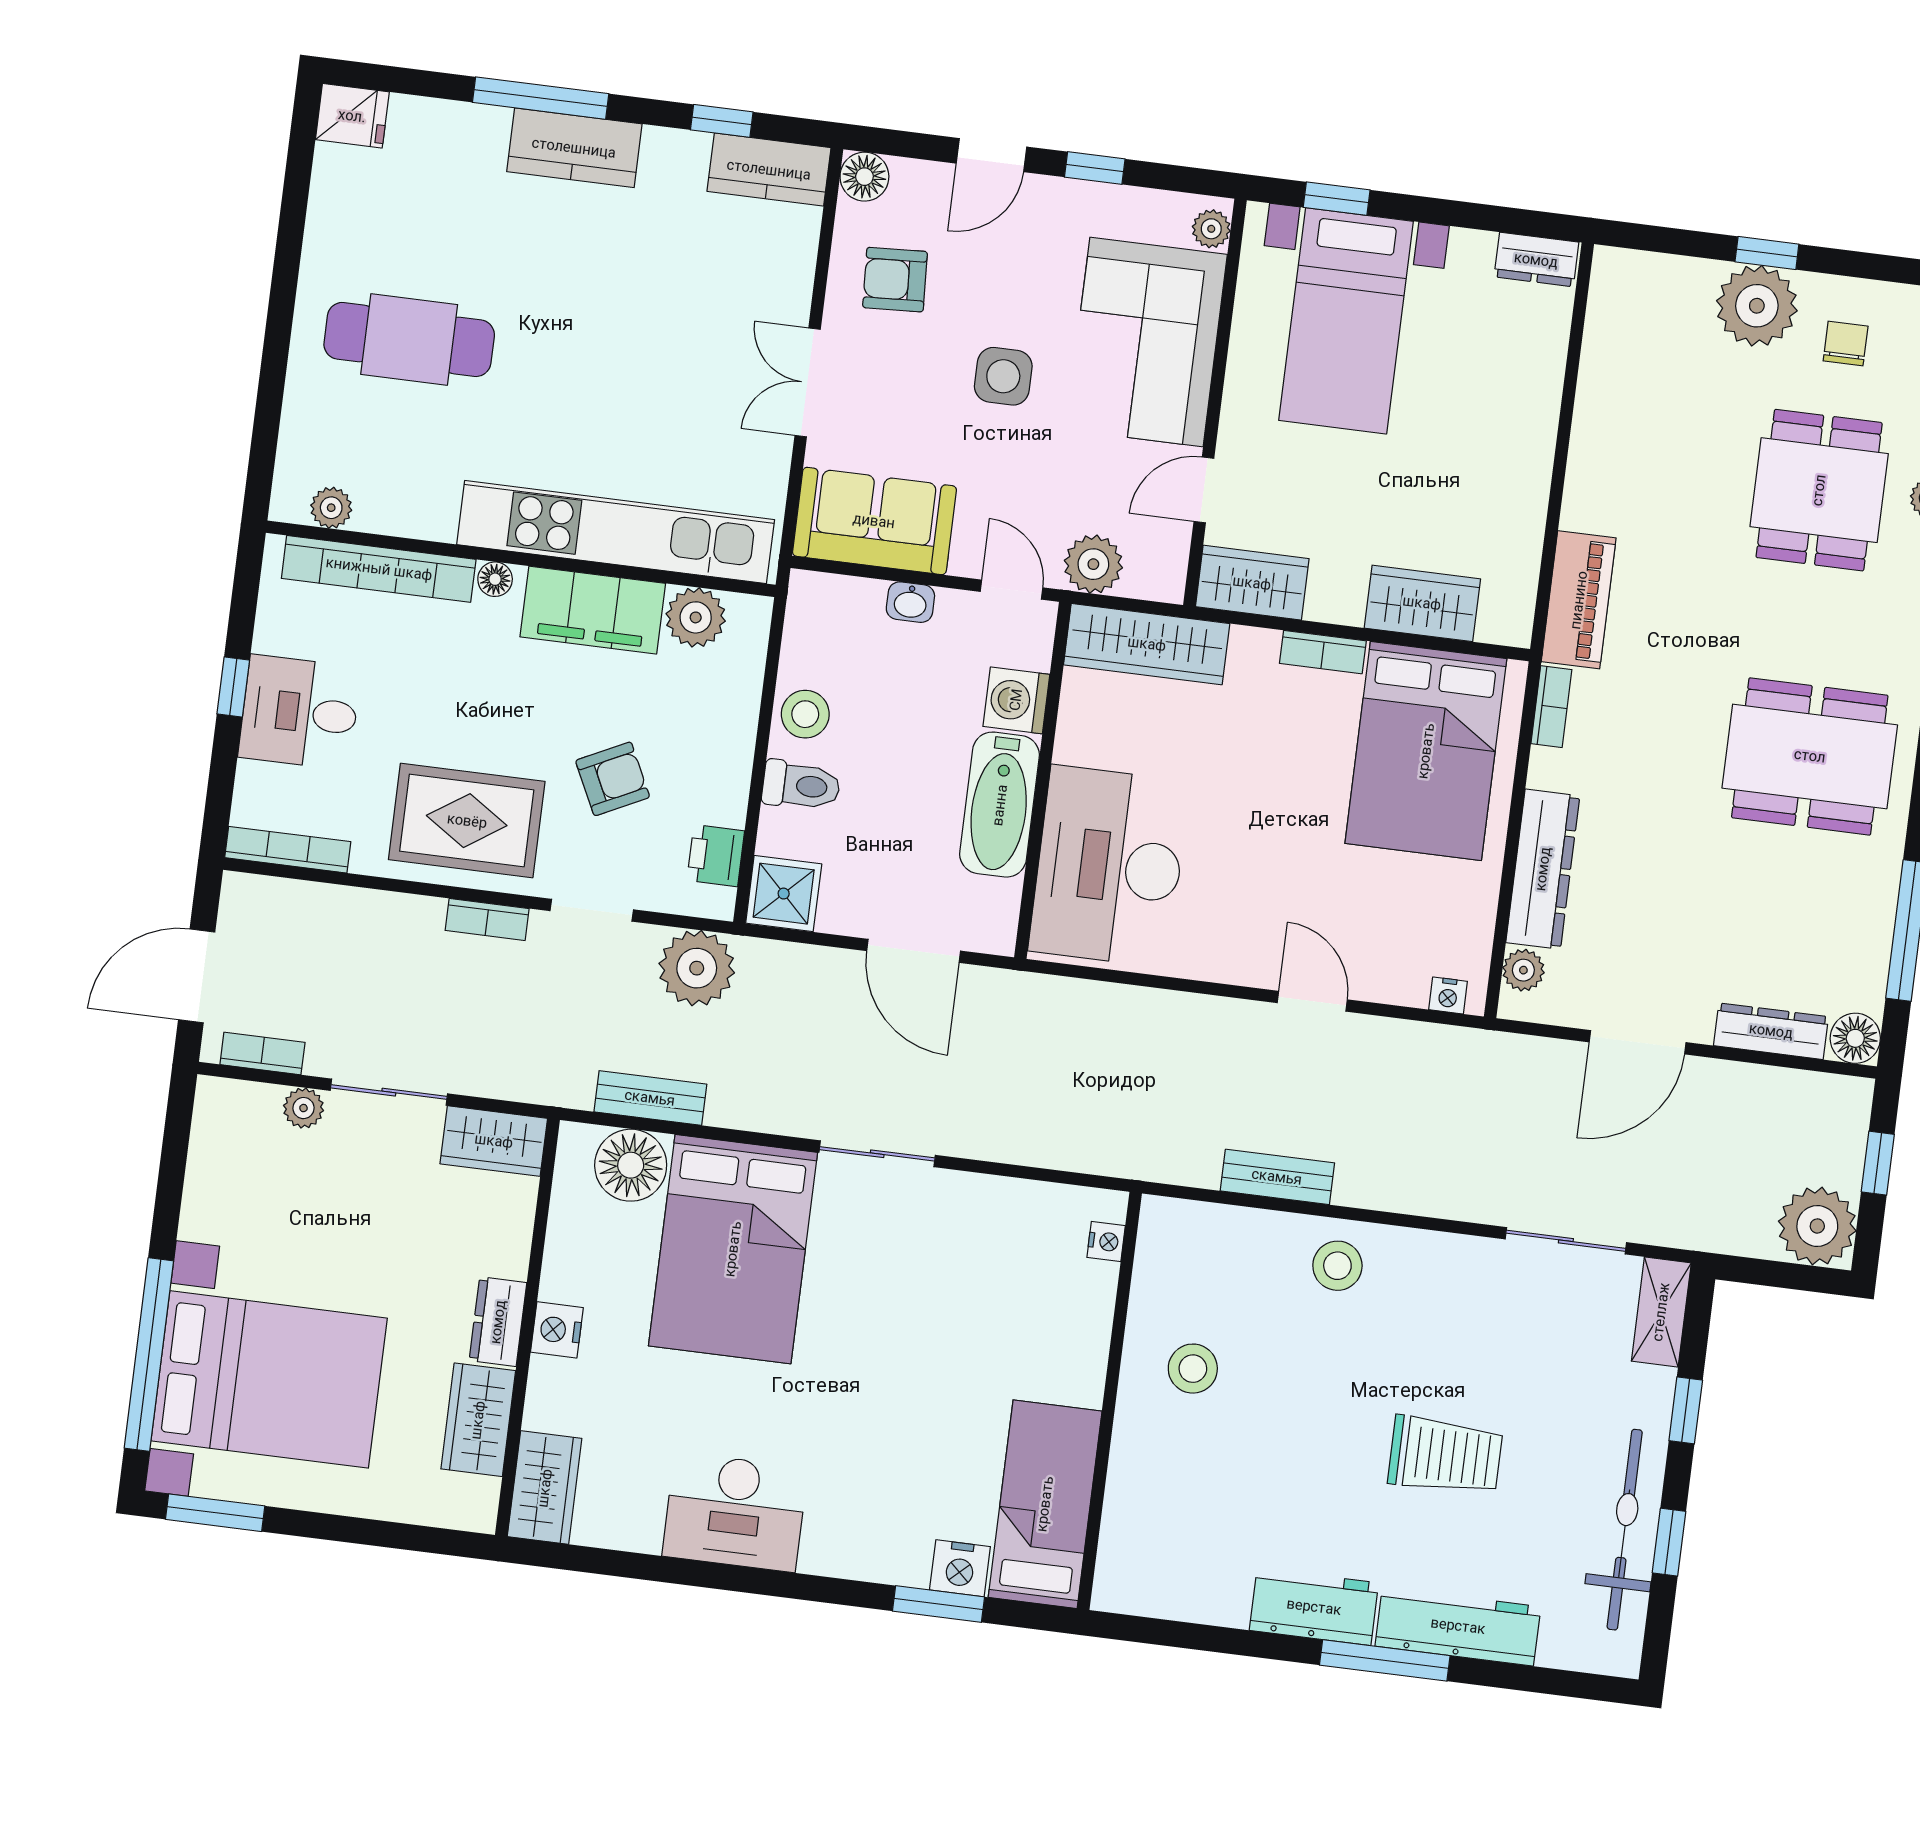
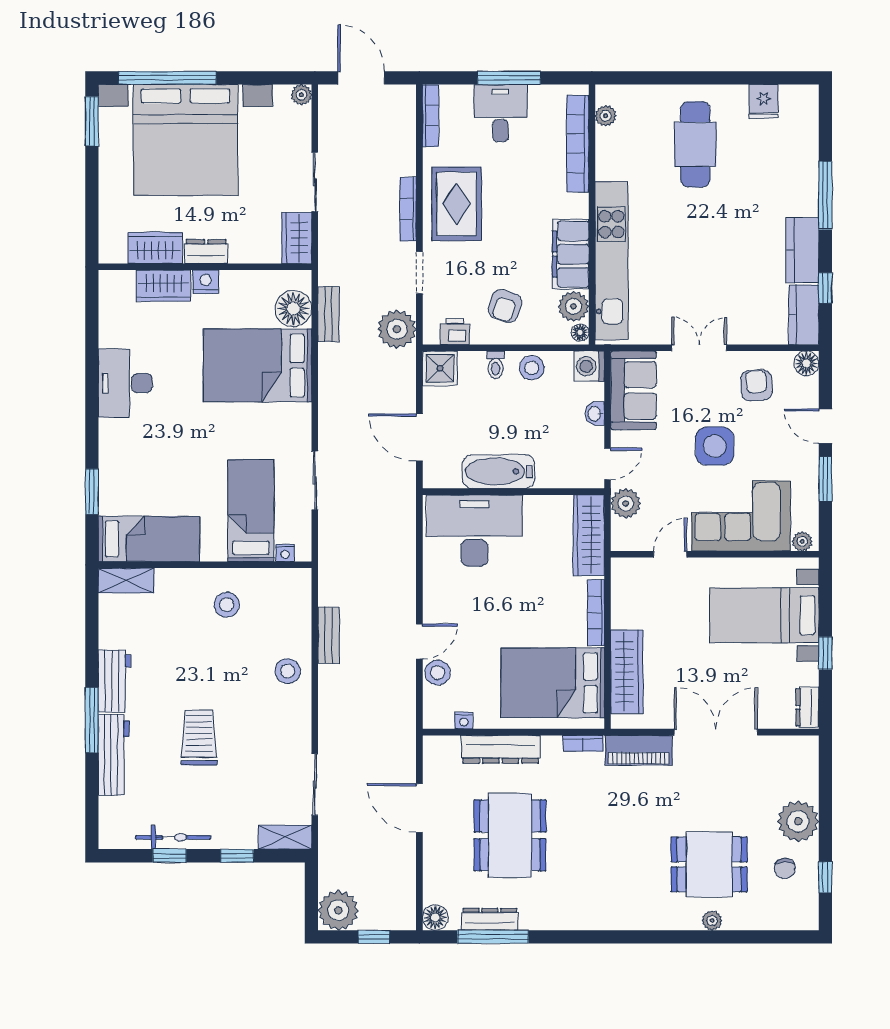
fridge: (352, 116) -> (764, 101), moved
kitchen counter: (574, 148) -> (802, 250), moved
window: (1095, 168) -> (825, 479), width x1.50
window: (1337, 199) -> (825, 653), moved
window: (1767, 253) -> (825, 877), moved
chair: (1846, 344) -> (785, 868), turned 90
side table: (1003, 376) -> (715, 446), width x1.37, depth x1.37
double door: (1562, 445) -> (716, 732), added
door: (1204, 490) -> (670, 554), hinge flipped
floor lamp: (495, 579) -> (580, 333), moved
wardrobe: (1252, 583) -> (626, 585), removed
wardrobe: (1422, 603) -> (627, 672), width x1.50
bookcase: (1323, 652) -> (596, 613), width x1.56
window: (233, 687) -> (509, 78), width x2.17
washing machine: (1016, 700) -> (589, 366), moved, turned -90
dining table: (1810, 756) -> (510, 835), moved
armchair: (613, 779) -> (505, 306), moved, turned 43
toilet: (801, 785) -> (496, 365), width x0.73, depth x0.72
bookcase: (487, 919) -> (408, 209), width x1.56
door: (914, 951) -> (419, 437), hinge flipped
plant: (1523, 970) -> (448, 746), removed
stool: (1377, 973) -> (438, 673), added
nightstand: (1448, 996) -> (464, 721), moved, turned -90
dresser: (1771, 1031) -> (490, 919), moved, turned -90
bookcase: (262, 1053) -> (326, 116), removed
plant: (304, 1108) -> (301, 95), moved
sliding door: (877, 1154) -> (315, 481), moved
bed: (1015, 1298) -> (251, 511), added
bed with nightstands: (269, 1379) -> (185, 140), width x1.36
trolley: (1445, 1455) -> (199, 737), turned 180
wardrobe: (545, 1488) -> (164, 286), moved
bicycle: (1625, 1530) -> (173, 837), width x0.73, depth x0.71
shelving: (1121, 1559) -> (126, 580), added
nightstand: (960, 1568) -> (111, 500), removed

